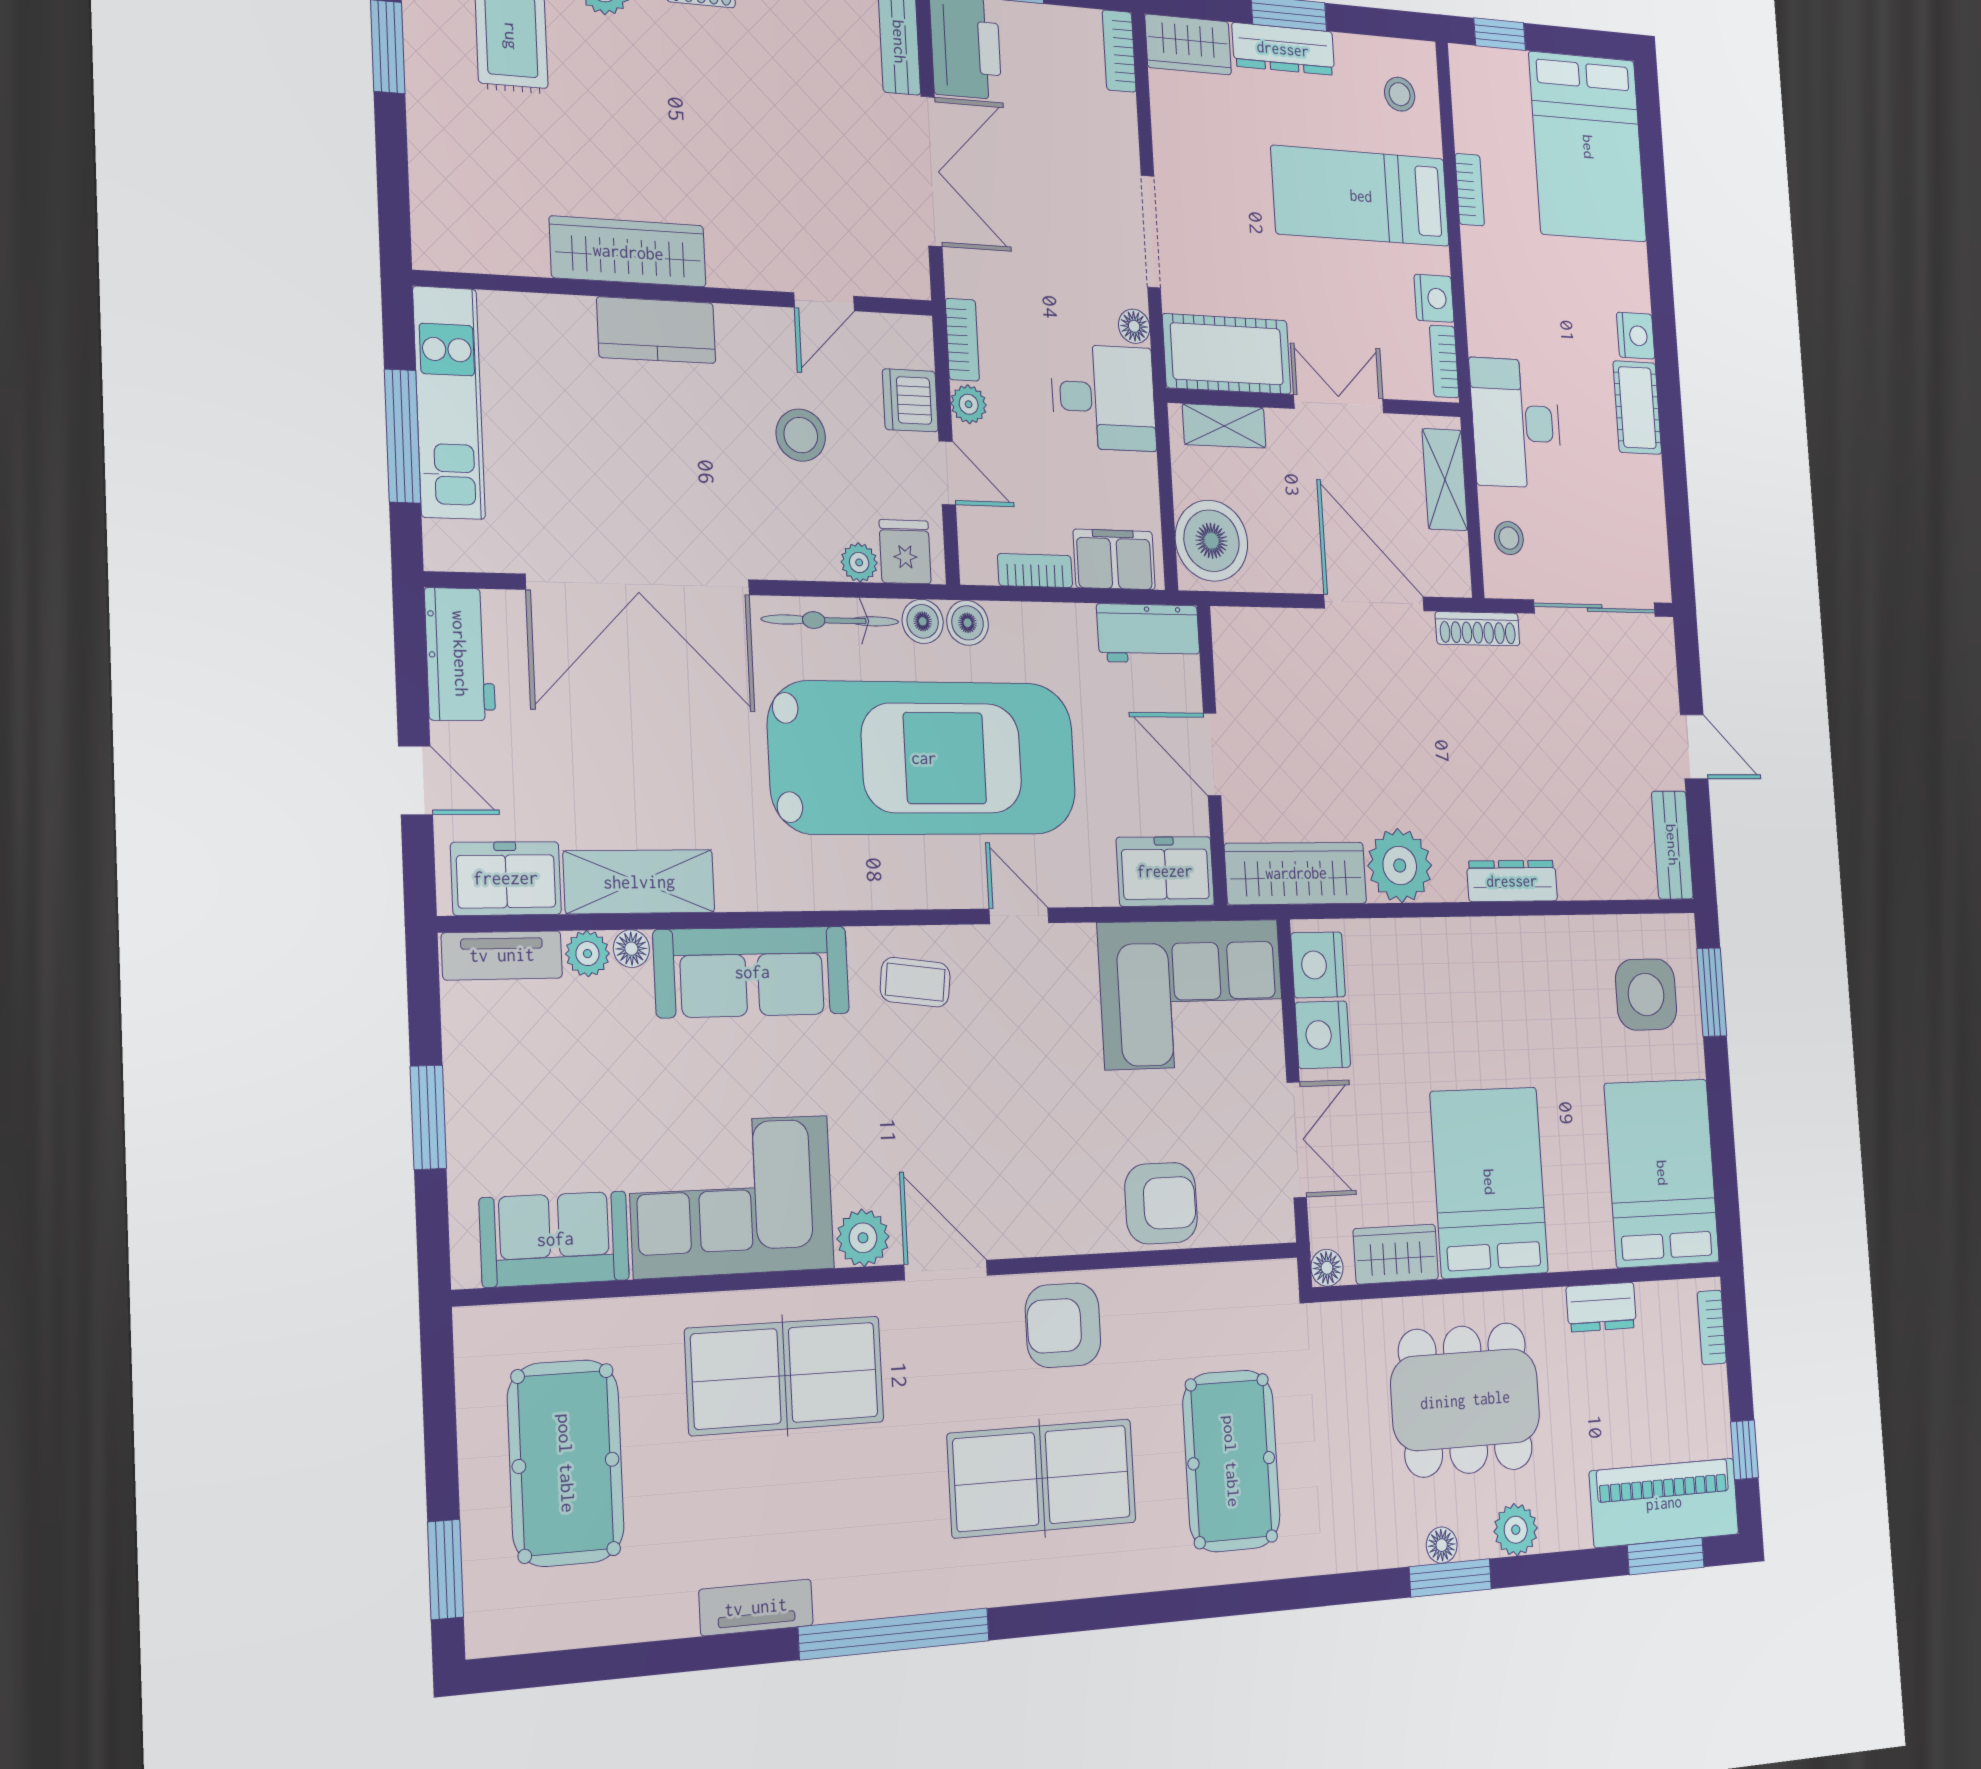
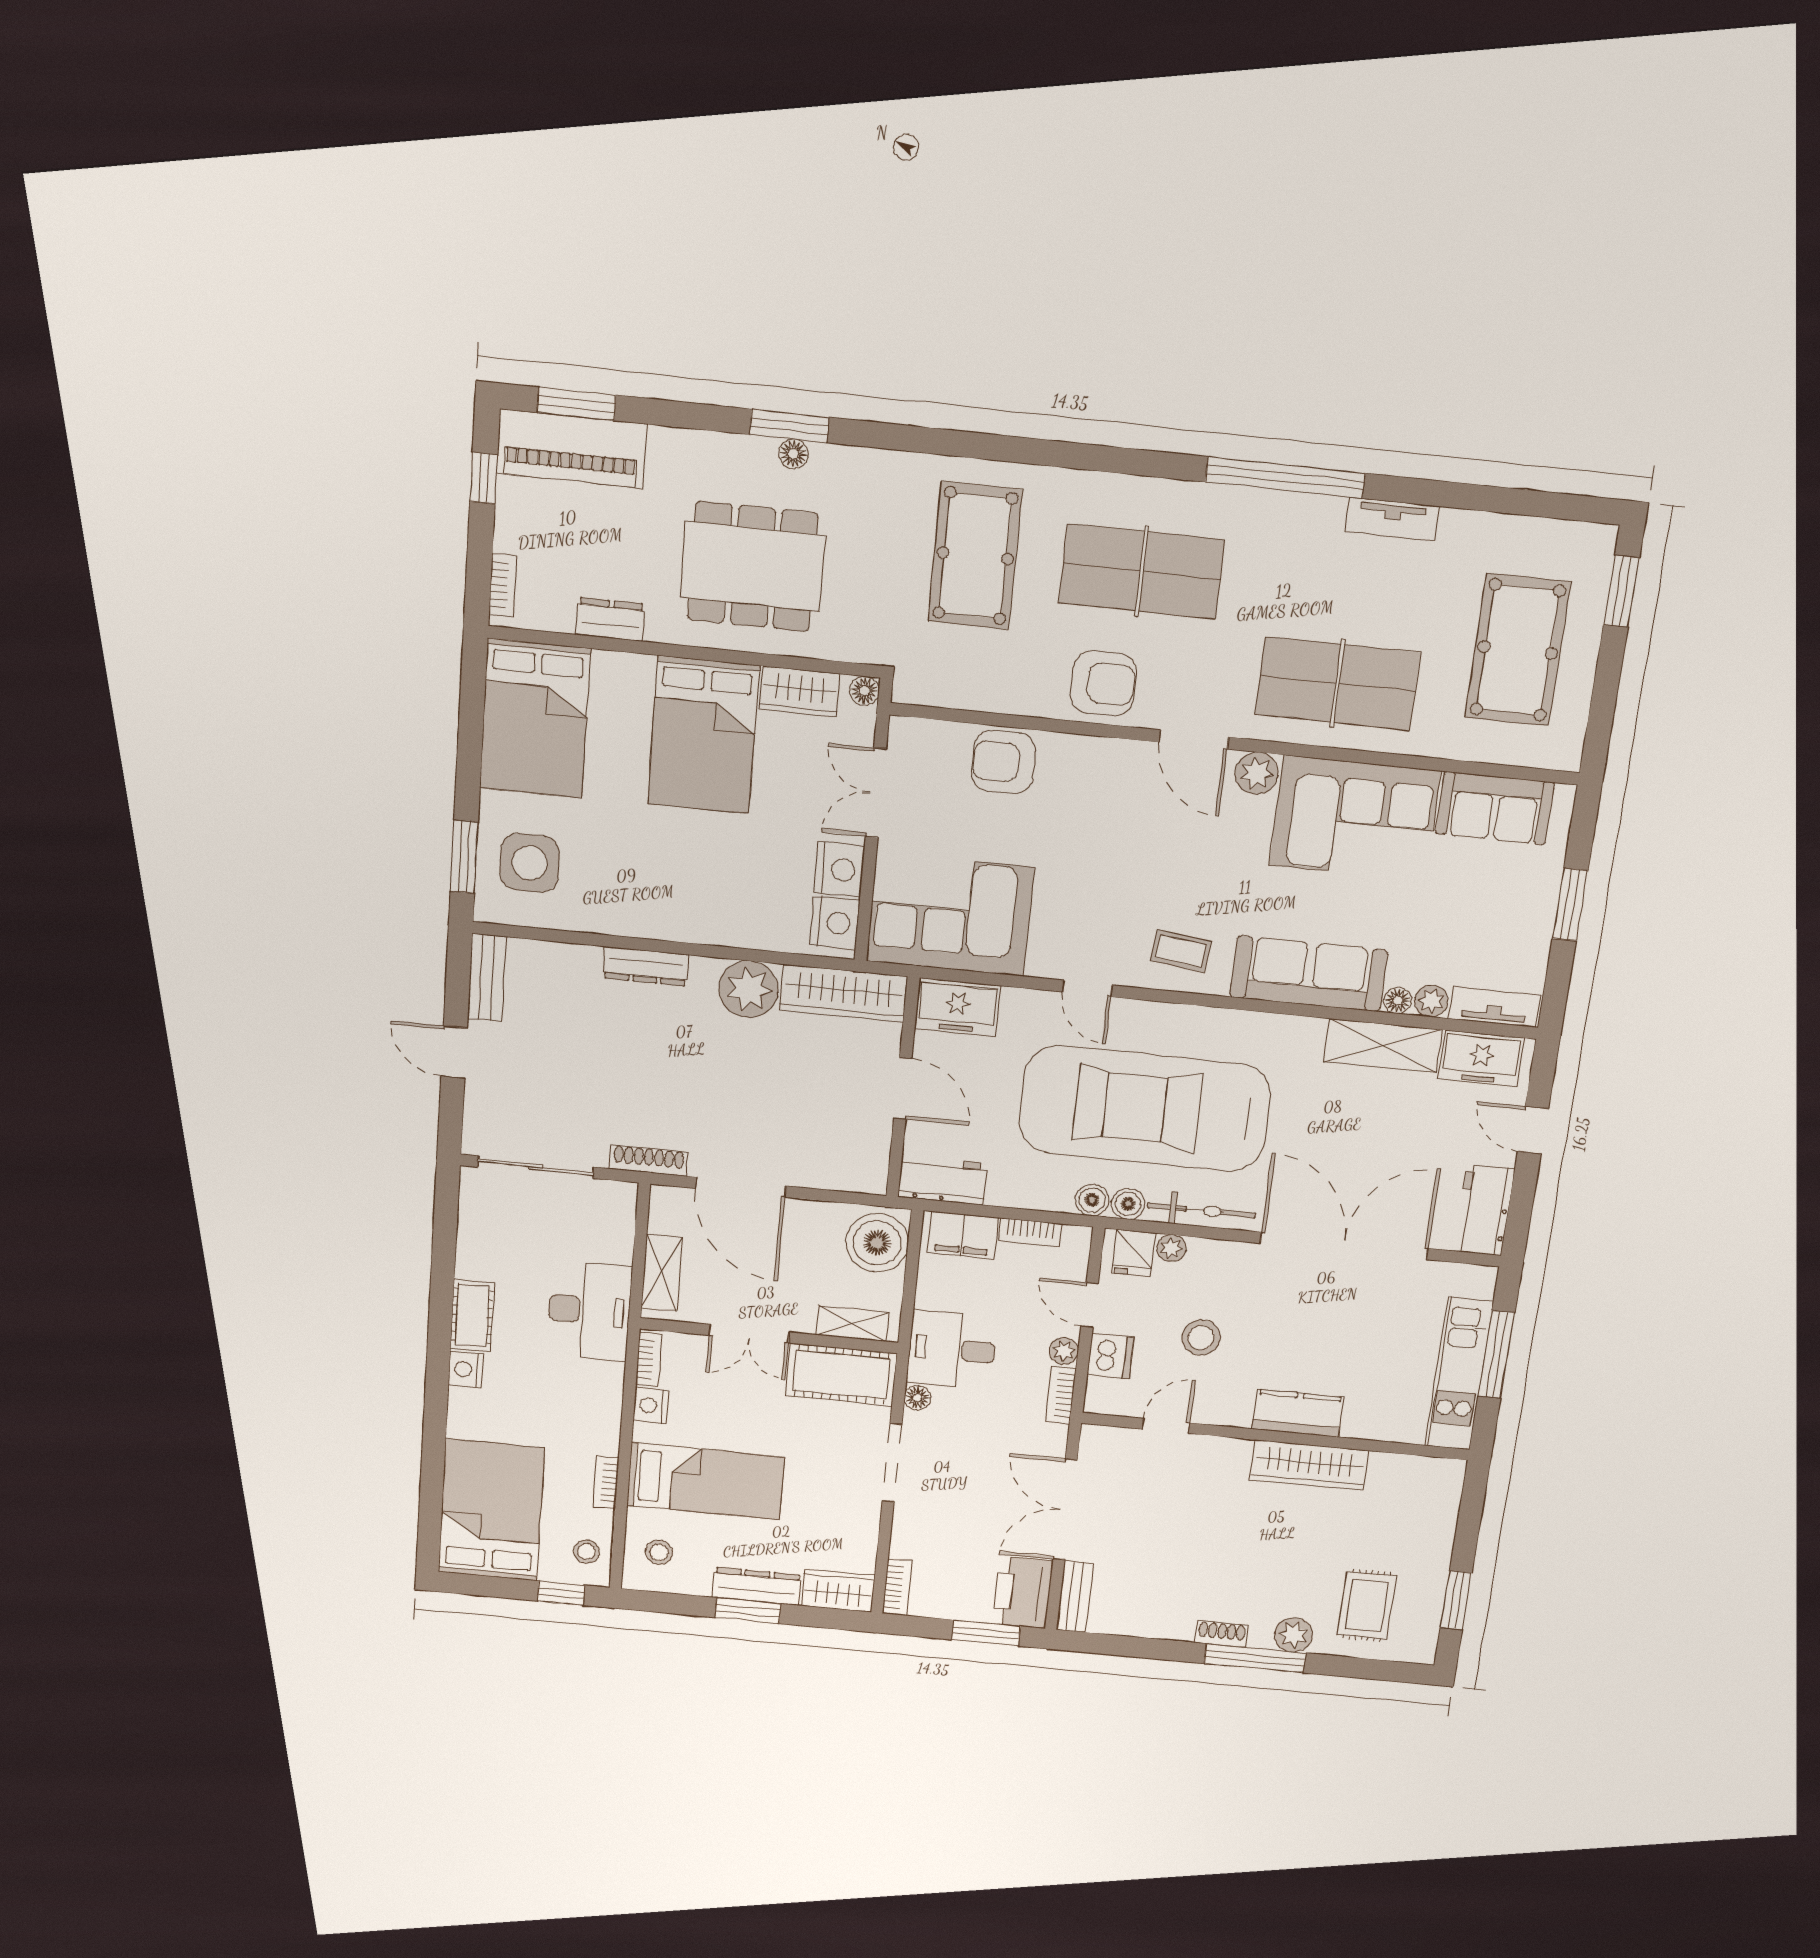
stool: (1509, 538) -> (587, 1552), moved
plant: (1516, 1530) -> (721, 453), removed

